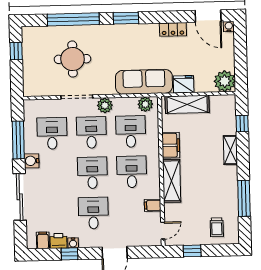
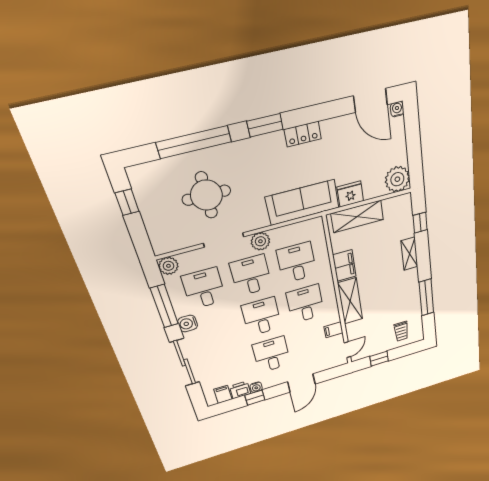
locker: (173, 29) -> (303, 134), moved
plant: (145, 104) -> (168, 266), moved

